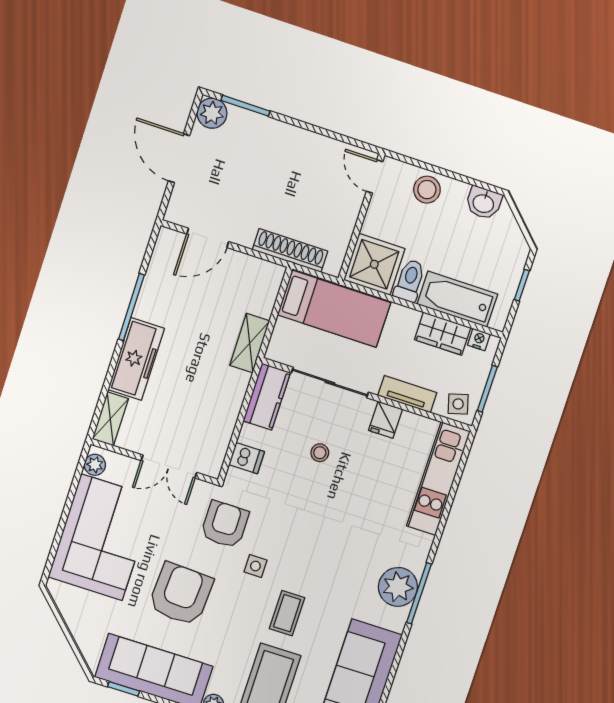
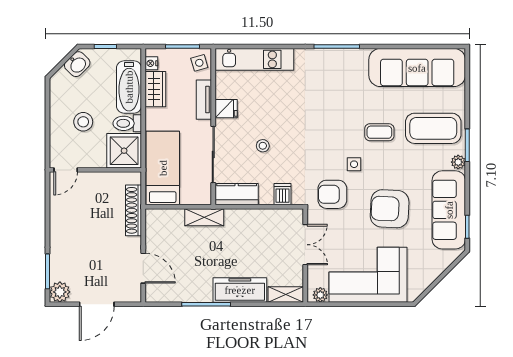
stool: (427, 190) -> (83, 122), moved
washbasin: (484, 203) -> (77, 64), moved, turned 45
plant: (398, 587) -> (337, 62), removed

